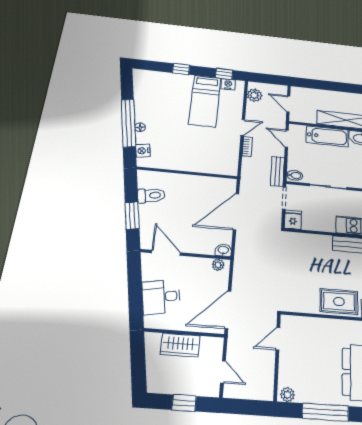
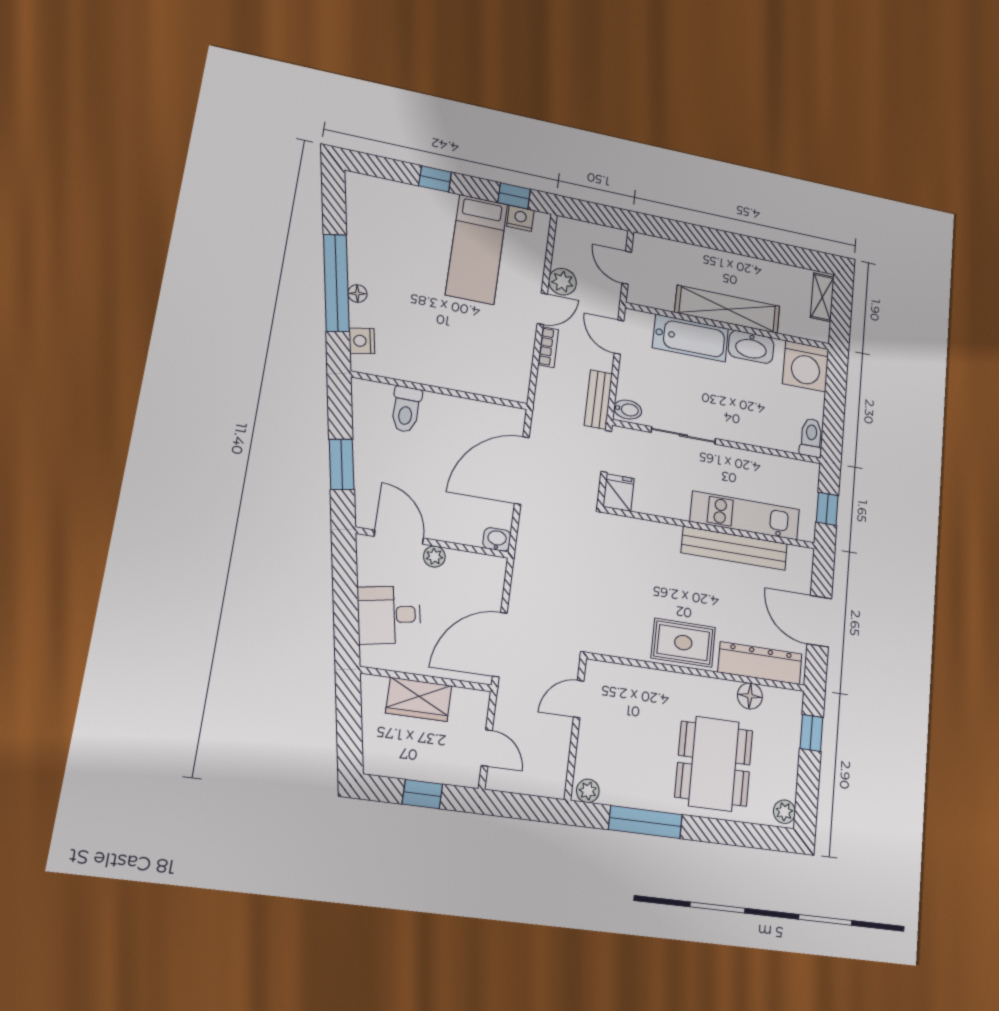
plant: (254, 95) -> (562, 282), moved
toilet: (151, 195) -> (406, 409), moved, turned 100
plant: (218, 265) -> (434, 557), moved

